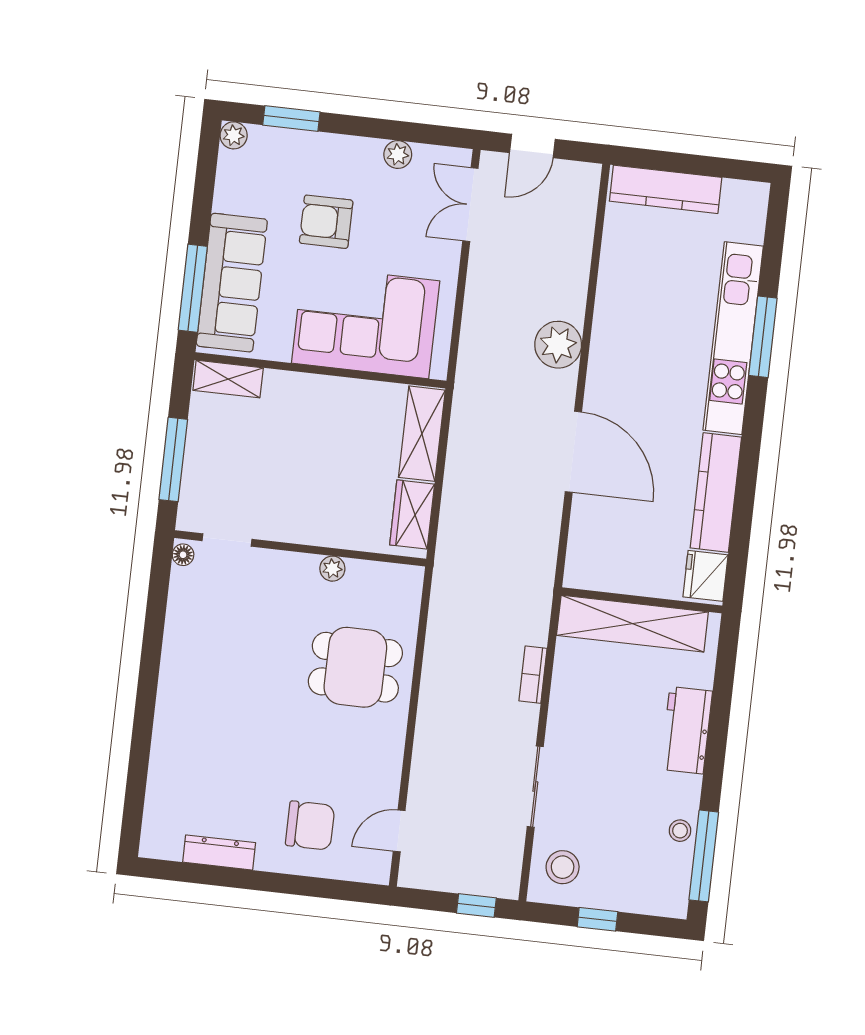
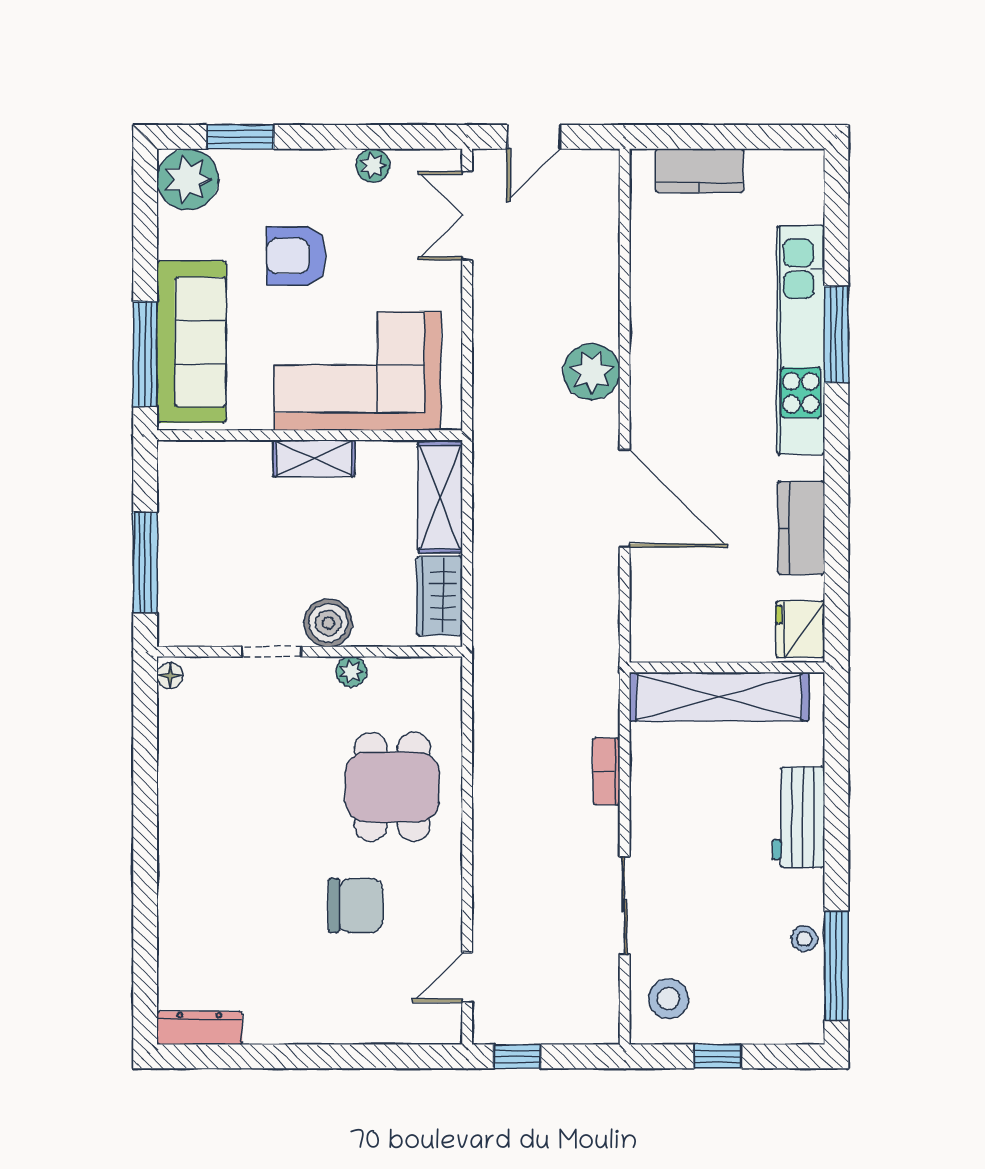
plant: (234, 135) -> (188, 179), width x1.88, depth x1.88
kitchen counter: (666, 189) -> (699, 171), width x0.67
shelving: (228, 379) -> (314, 458), moved
kitchen counter: (716, 492) -> (801, 528), width x0.67
boiler: (318, 526) -> (328, 623), added
doorway: (227, 540) -> (272, 652), moved
dining table: (355, 667) -> (392, 787), turned 90
chair: (310, 825) -> (356, 906), moved
dresser: (219, 852) -> (200, 1028), moved
window: (476, 905) -> (517, 1056), moved

